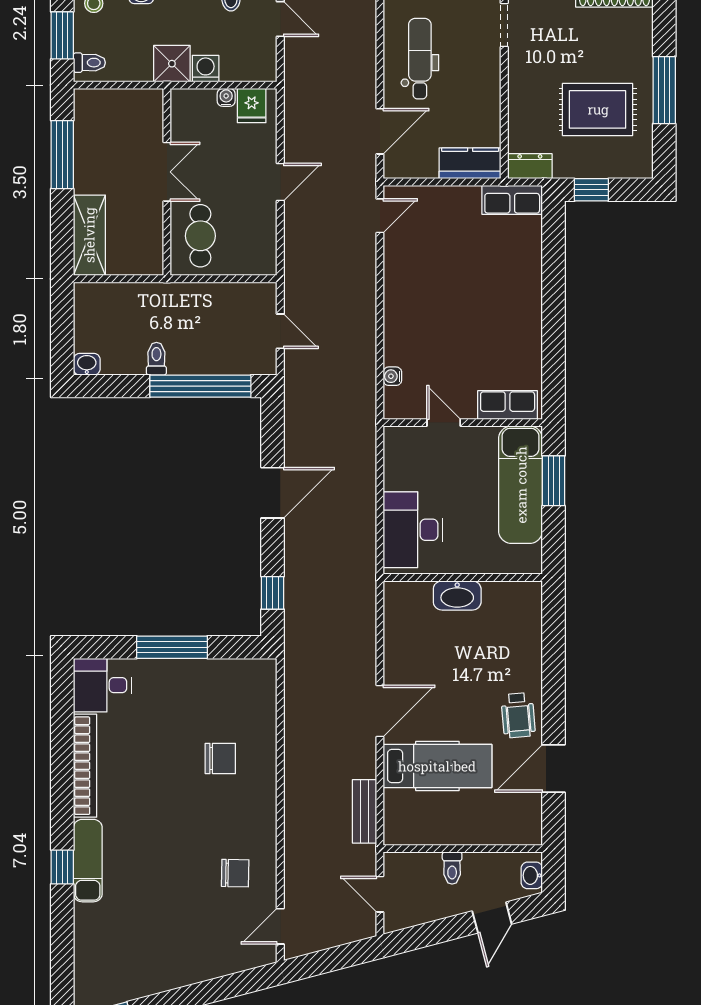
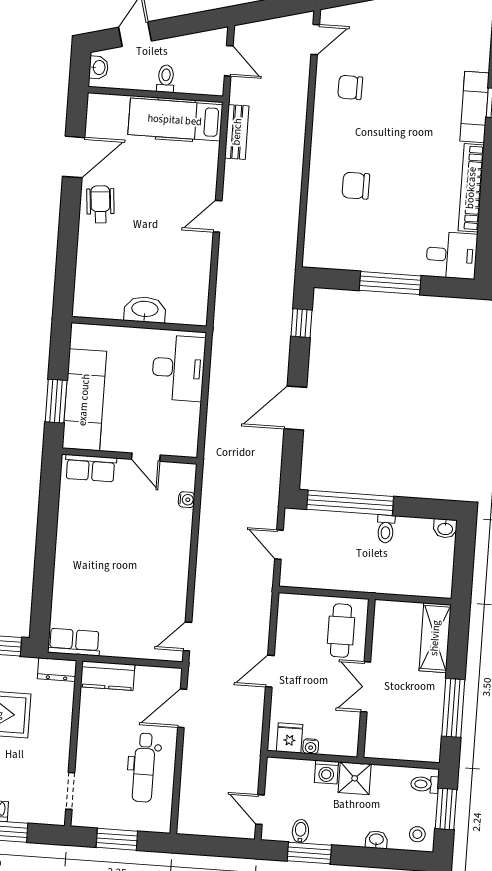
door: (380, 711) -> (218, 216), width x0.73
hospital bed: (437, 766) -> (175, 120), moved

